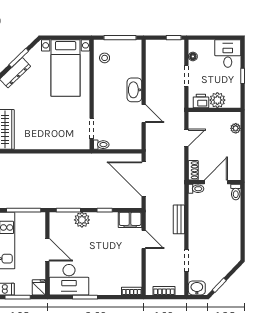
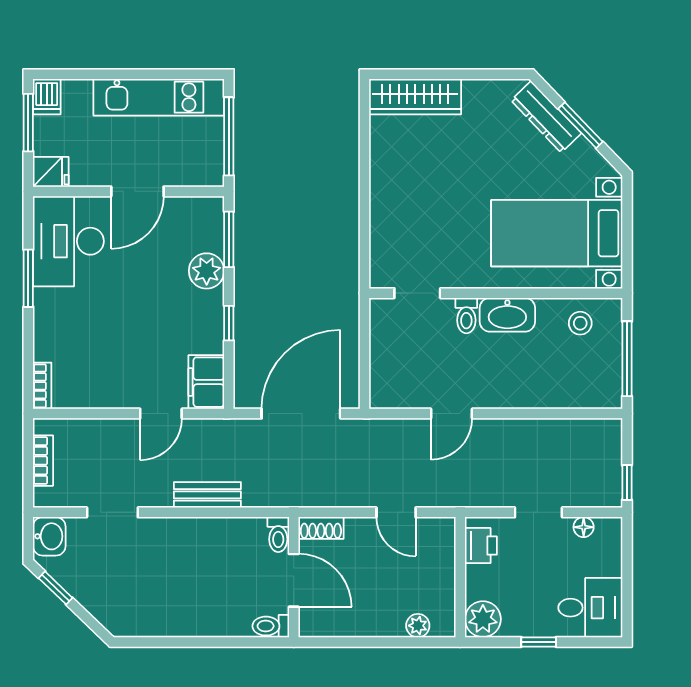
washbasin: (134, 90) -> (507, 315), moved, turned 180
plant: (217, 100) -> (483, 619), moved
toilet: (101, 145) -> (466, 316), moved

